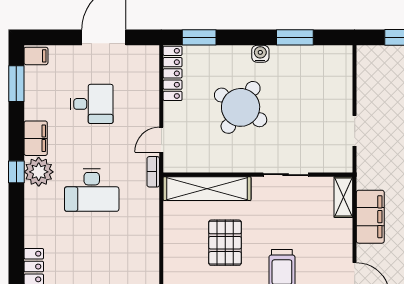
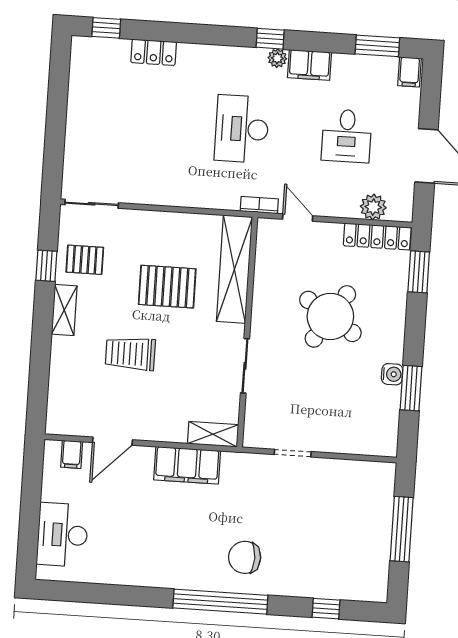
water cooler: (260, 54) -> (392, 374), moved
plant: (149, 78) -> (373, 207), added
plant: (39, 172) -> (277, 58), width x0.53, depth x0.53

